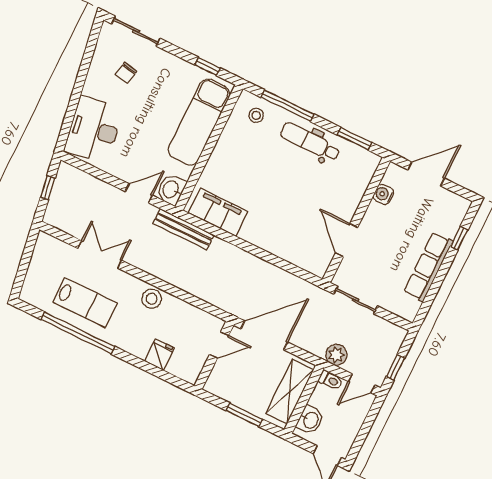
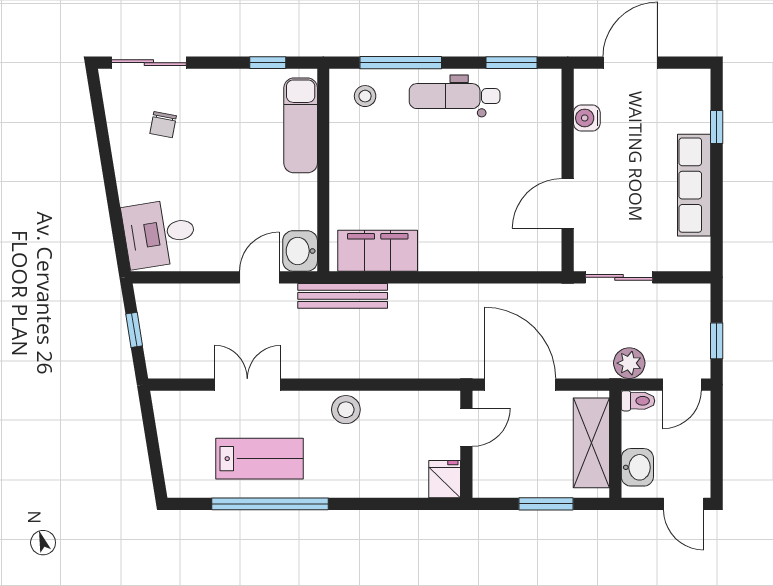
exam couch: (199, 122) -> (301, 125), width x0.73, depth x0.69
desk: (94, 130) -> (159, 234), width x0.73
door: (347, 240) -> (568, 203), hinge flipped
door: (264, 335) -> (520, 385), hinge flipped
fridge: (159, 355) -> (445, 479), moved

